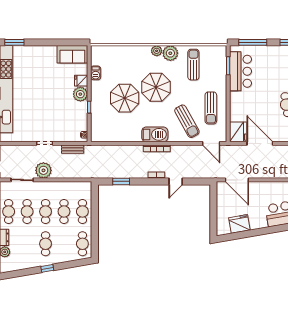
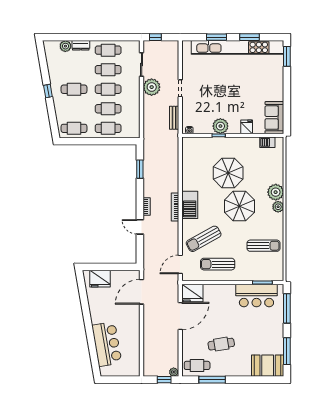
plant: (170, 53) -> (276, 192), moved
barbecue: (96, 73) -> (267, 142), moved
plant: (80, 94) -> (220, 126), moved
fridge: (239, 224) -> (100, 279), moved, turned 100

